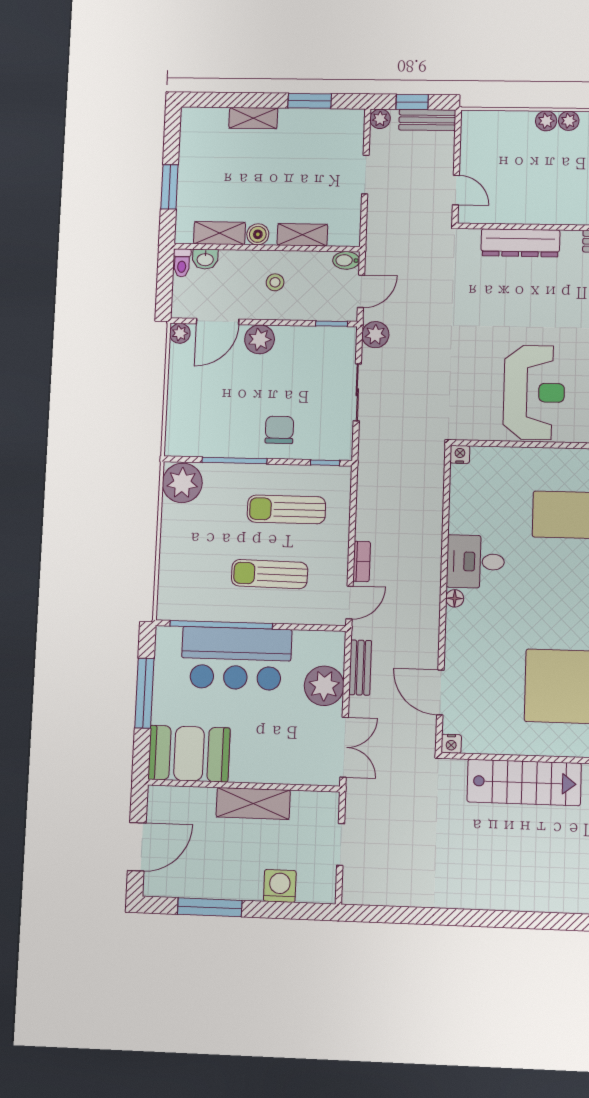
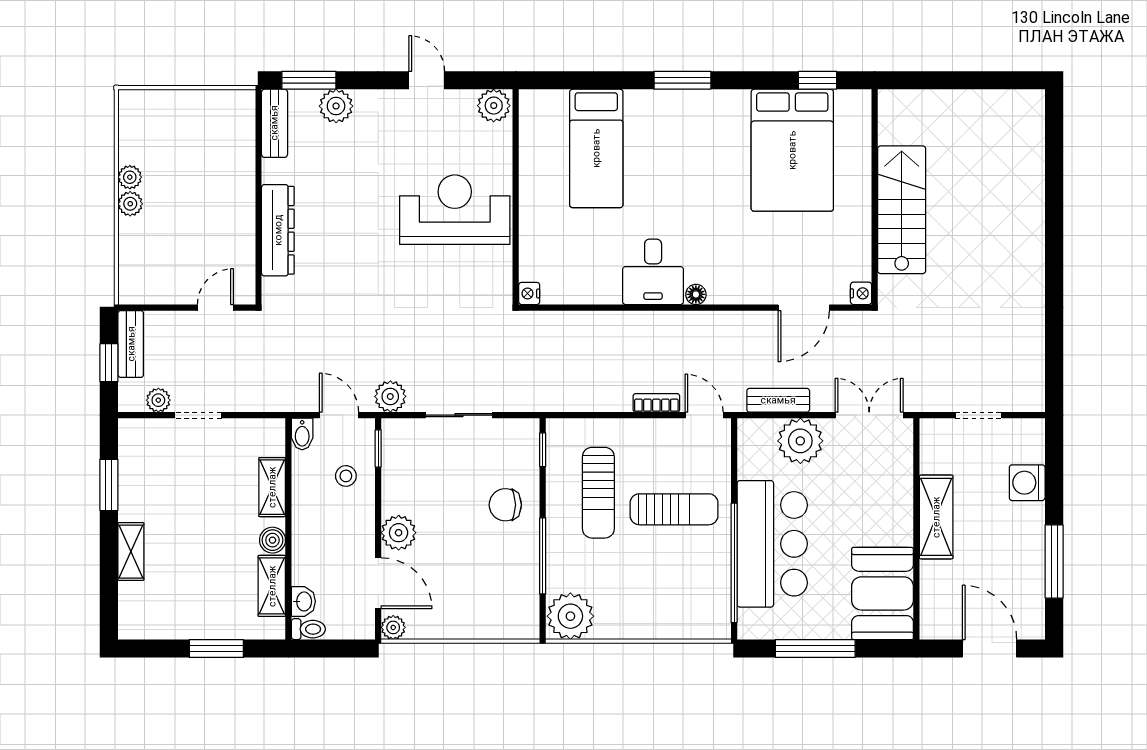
plant: (380, 119) -> (158, 400), moved
stool: (275, 282) -> (346, 476), moved
sun lounger: (269, 574) -> (674, 509), turned -91

